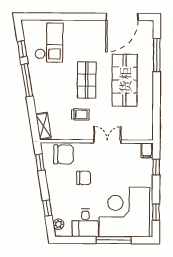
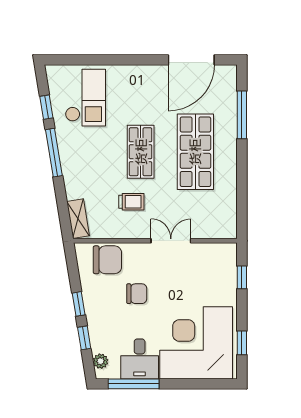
filing cabinet: (147, 150) -> (228, 253), removed
window: (40, 162) -> (79, 304), moved
window: (114, 240) -> (134, 384), moved

